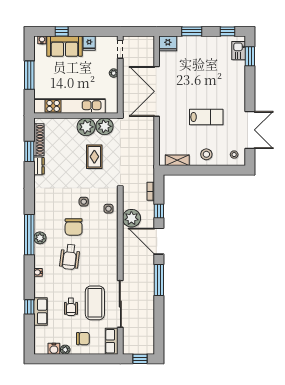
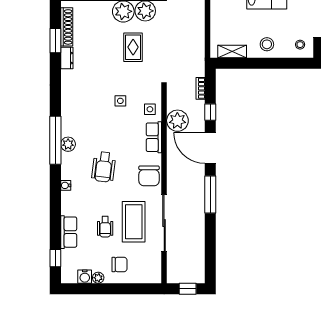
chair: (74, 227) -> (149, 176), moved
window: (29, 307) -> (55, 258), moved
row of seats: (112, 341) -> (154, 137), moved

